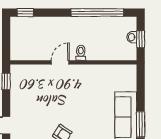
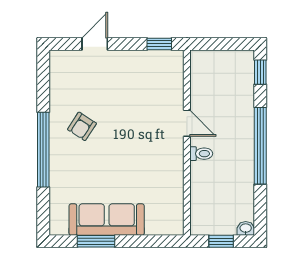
window: (97, 13) -> (260, 146), moved
washbasin: (132, 37) -> (246, 228), moved

